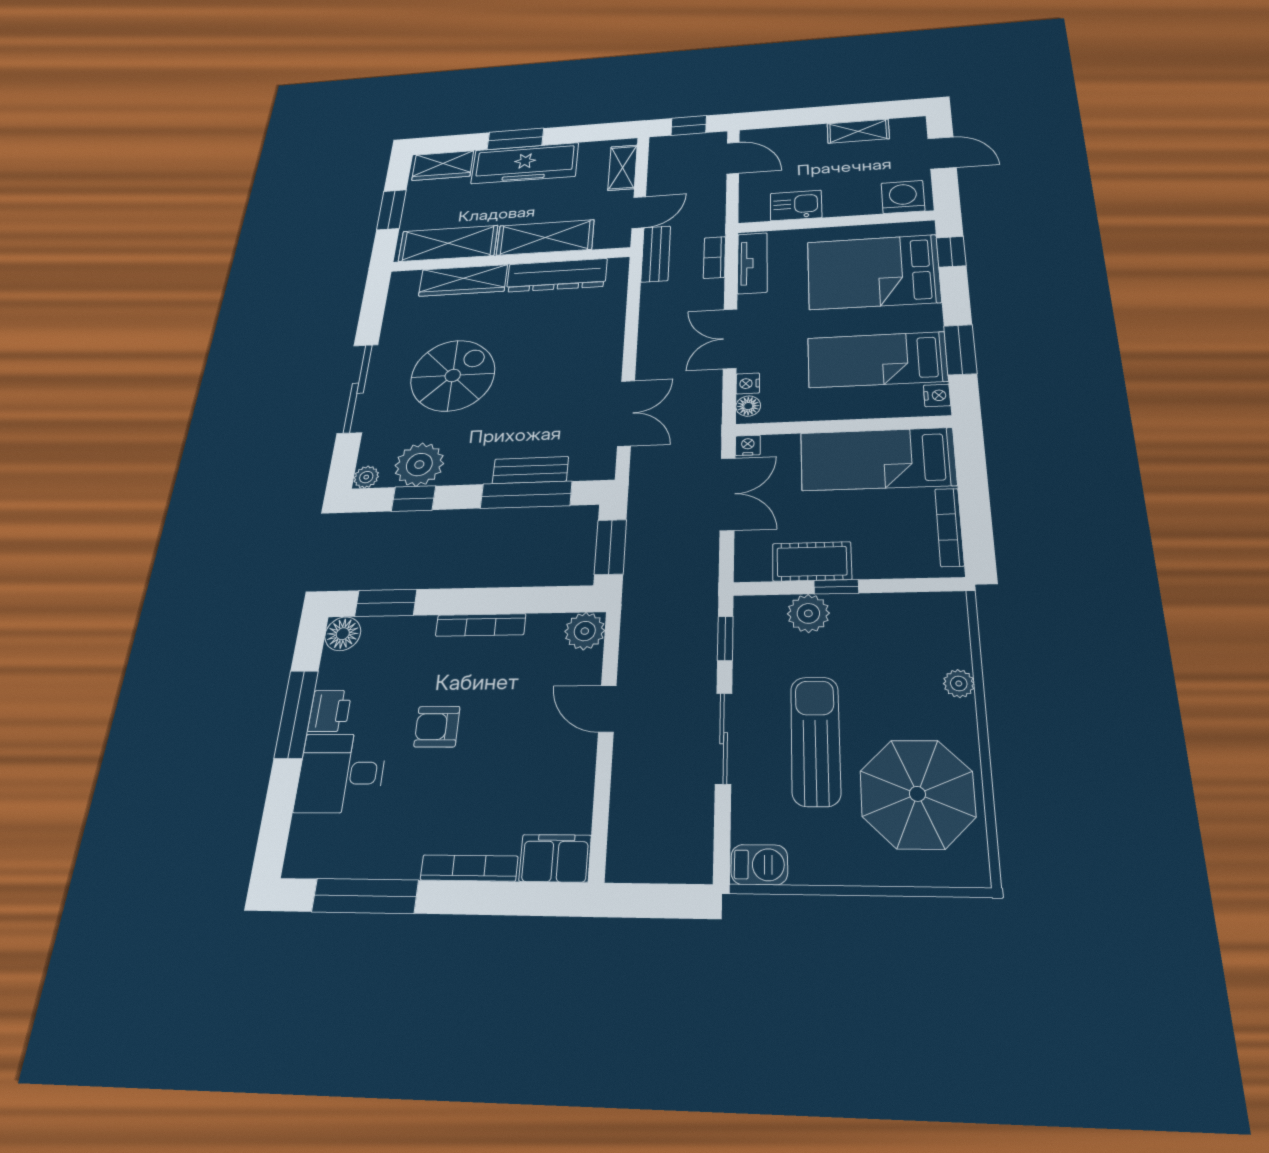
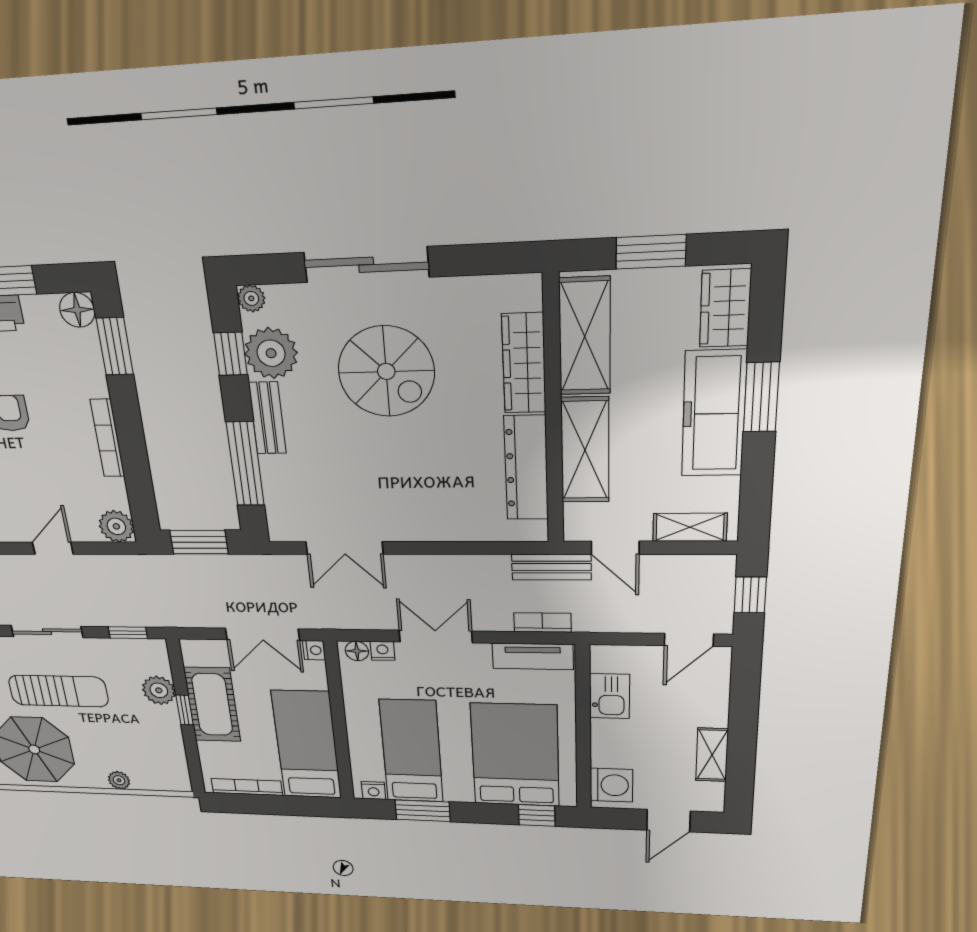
bench: (530, 470) -> (267, 418), moved
cot: (812, 561) -> (212, 705), width x1.37, depth x1.34

